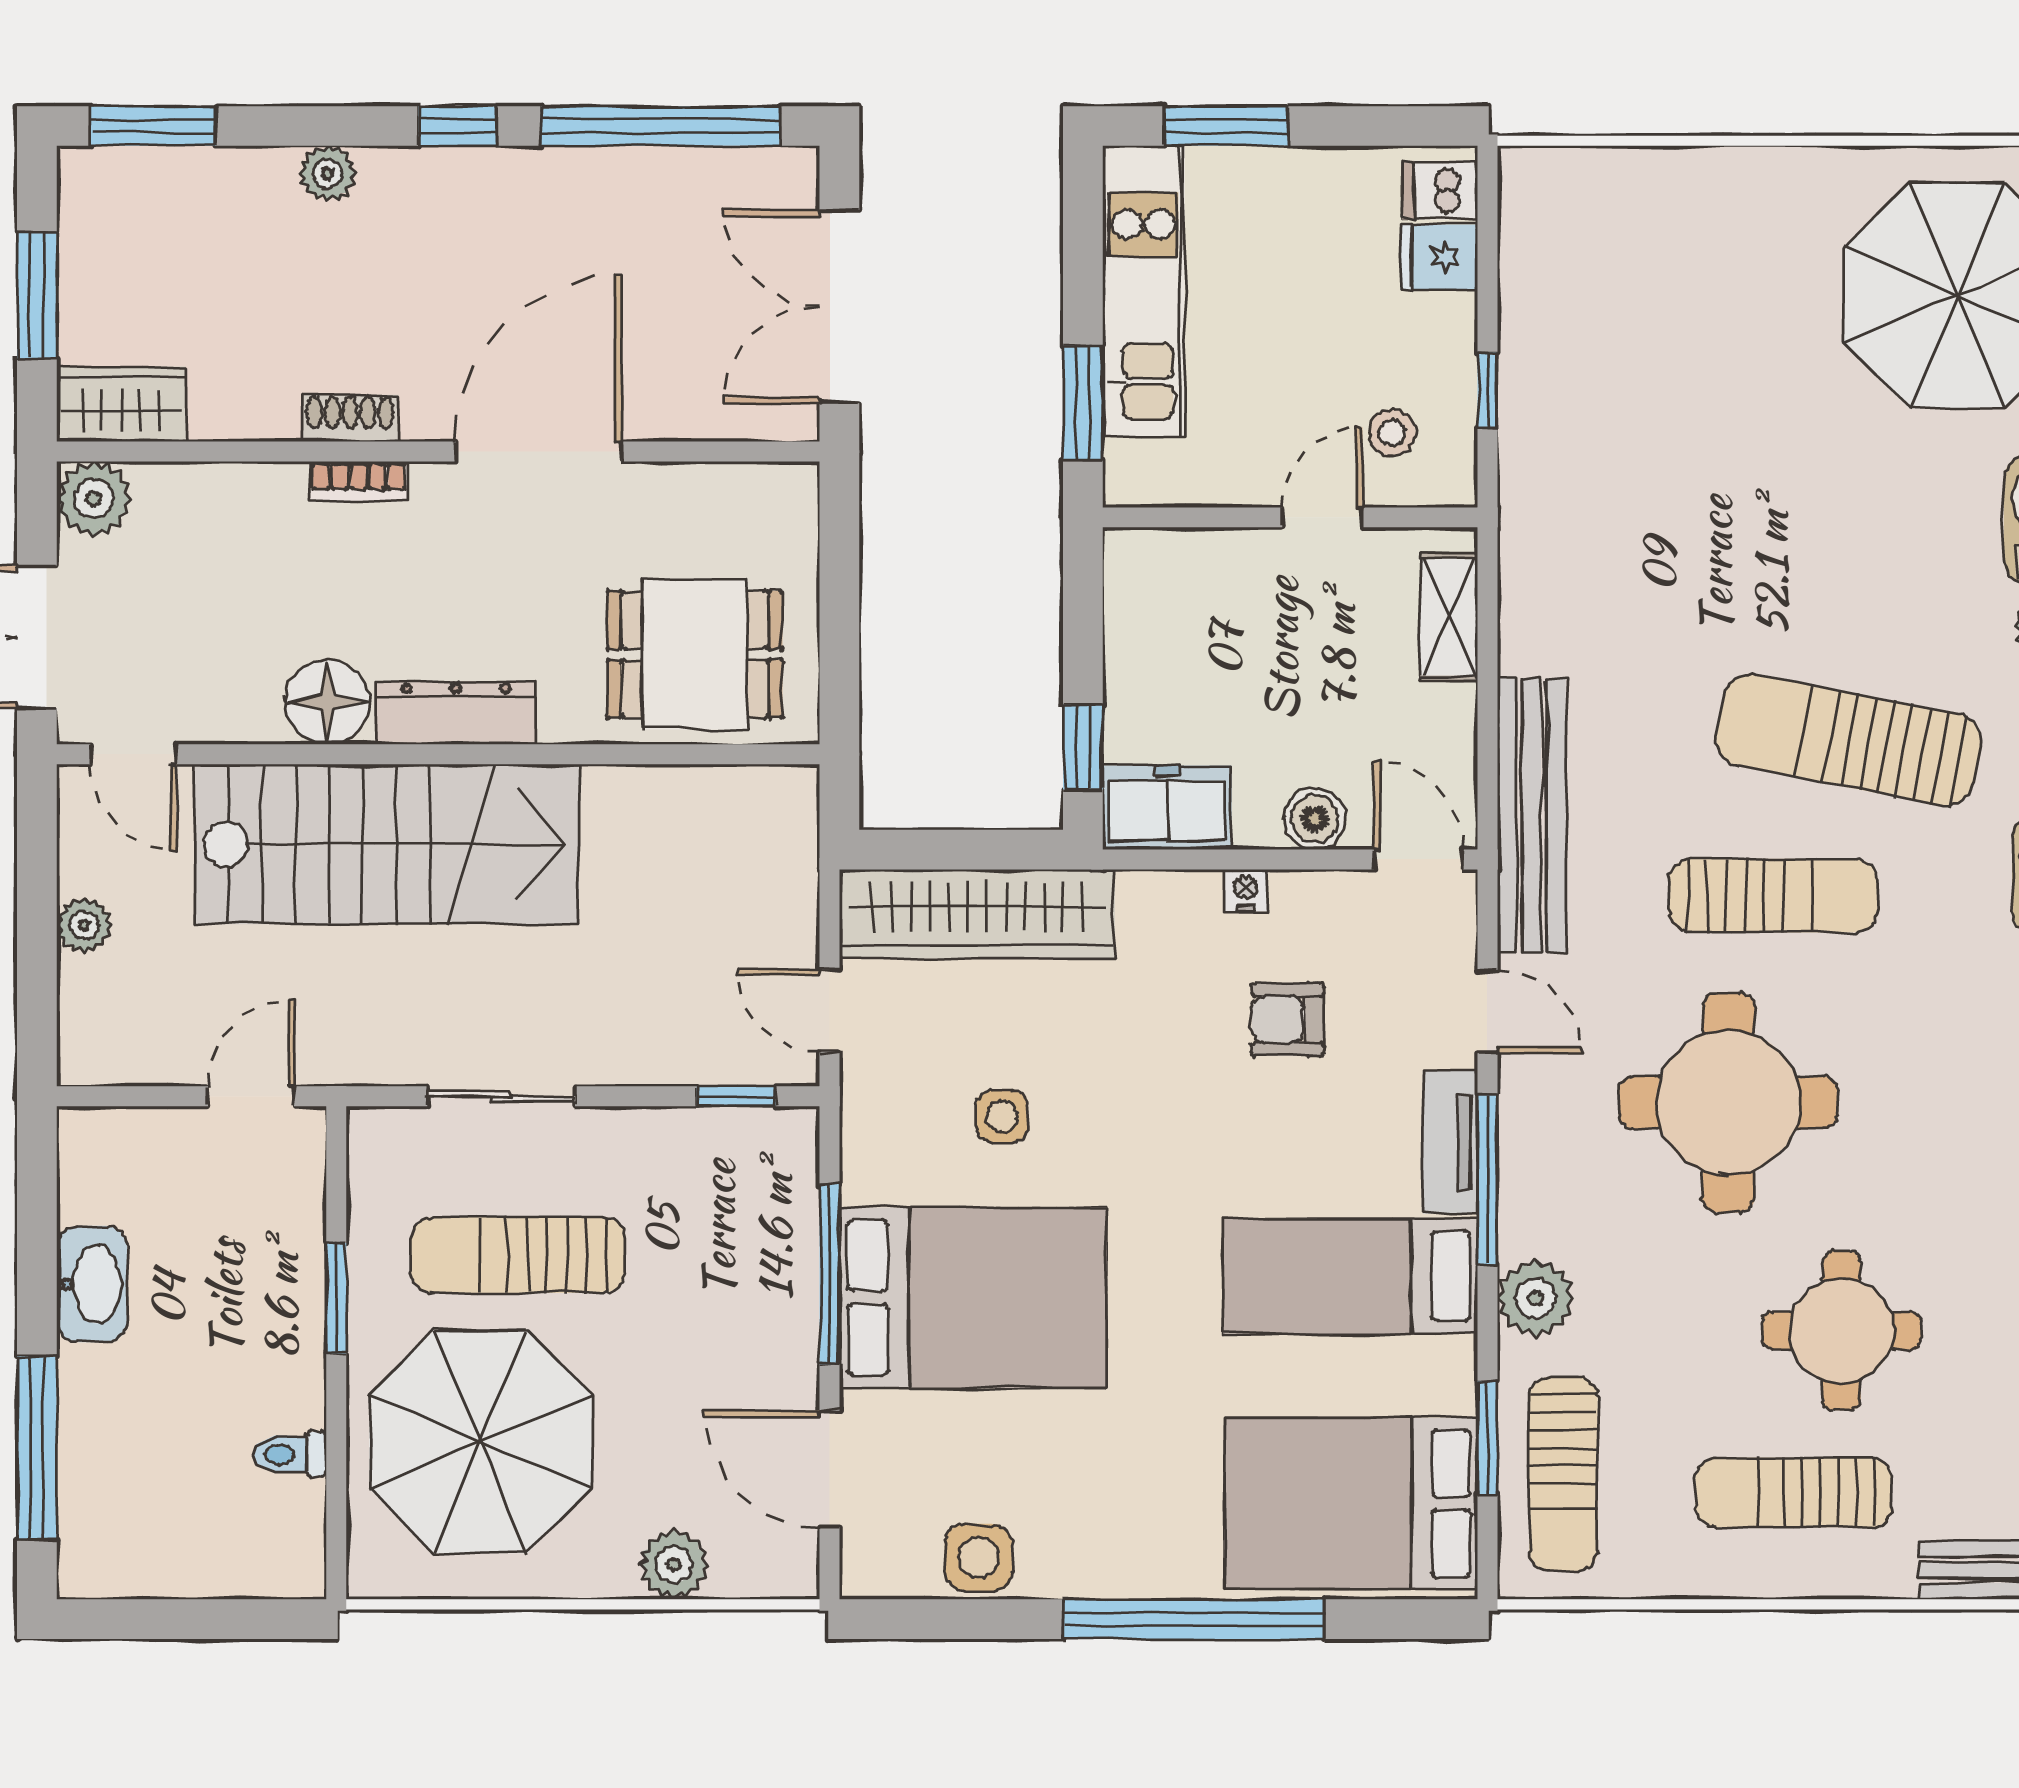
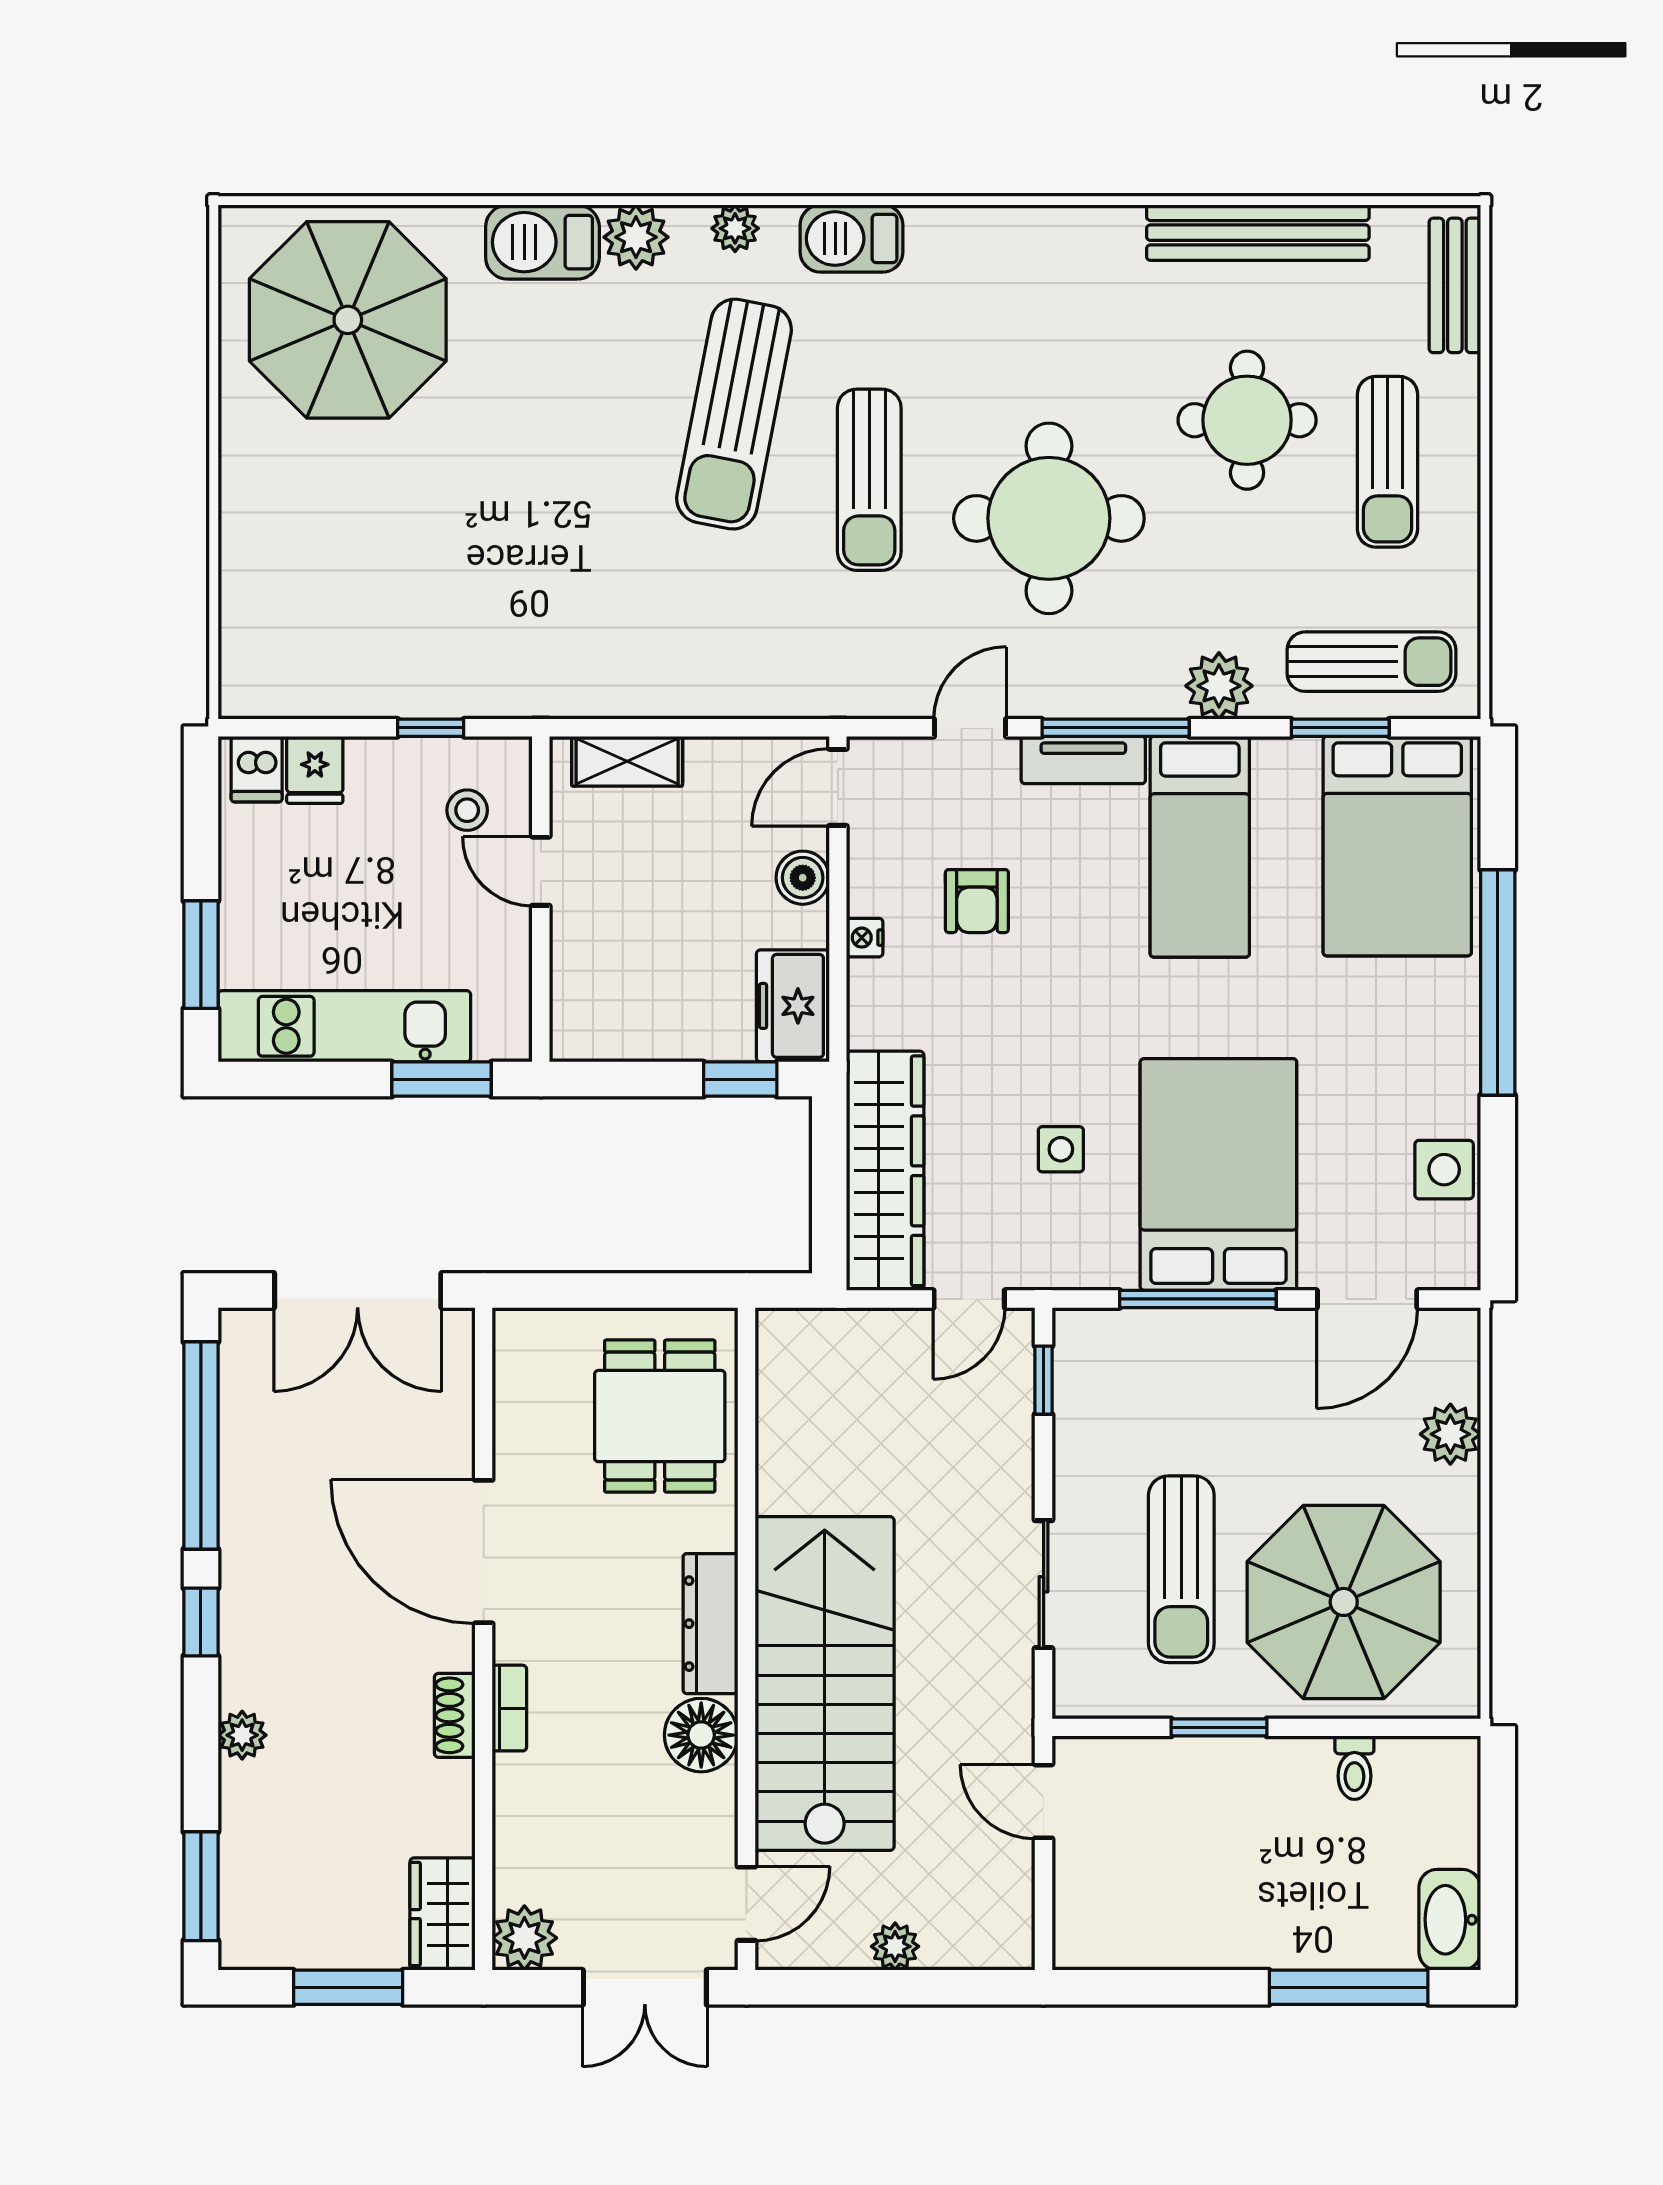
bench: (1531, 816) -> (800, 689), removed
sun lounger: (1773, 896) -> (869, 480), turned 180
washbasin: (92, 1284) -> (1450, 1920), moved, turned -90

